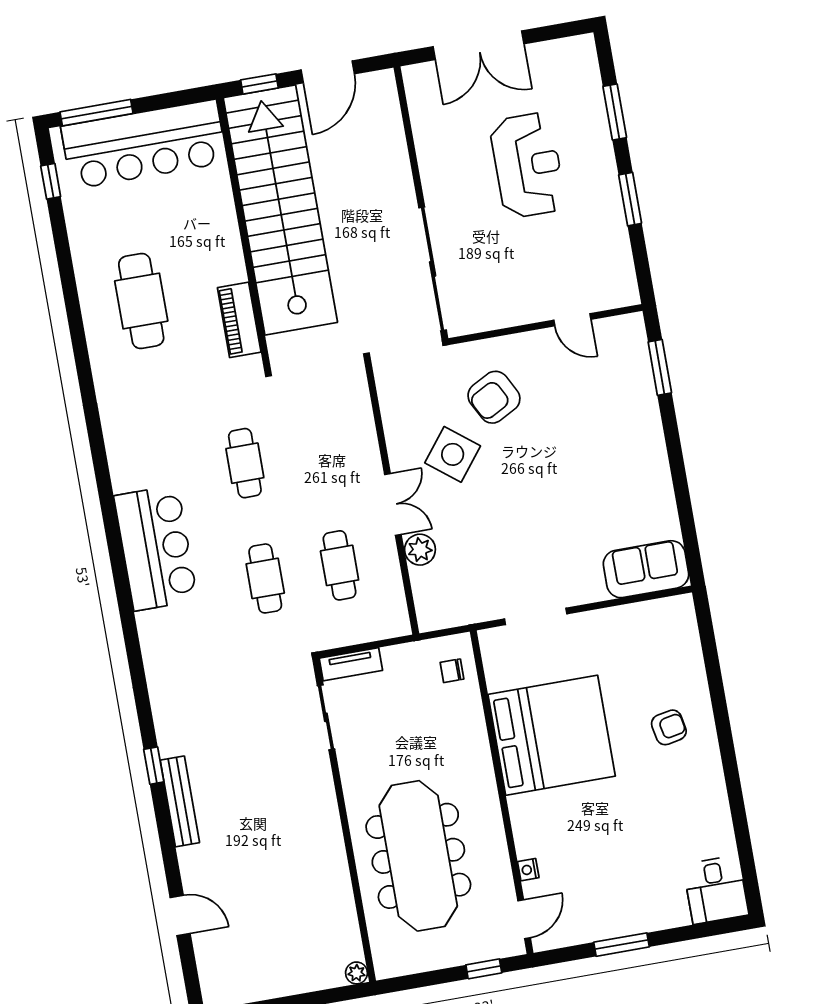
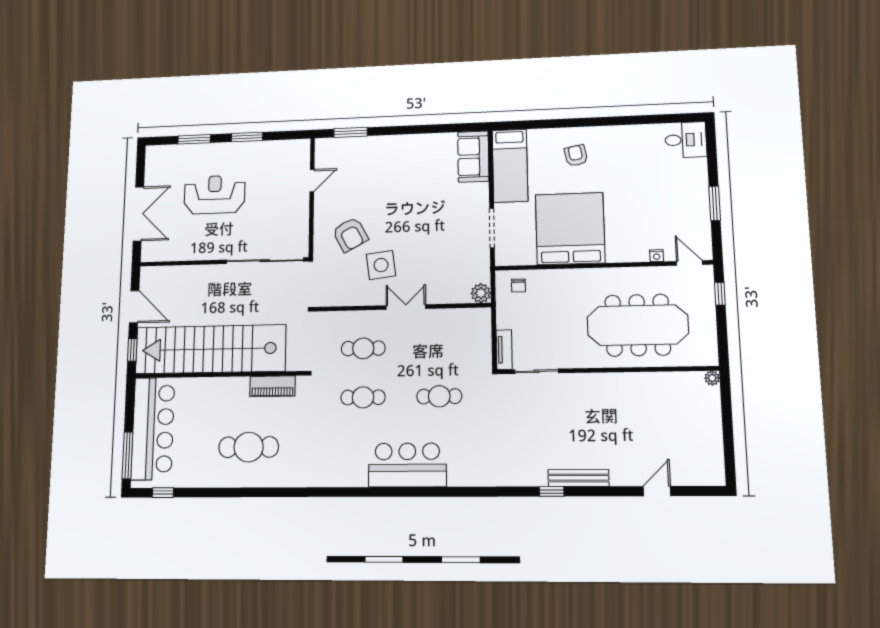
side table: (453, 454) -> (381, 265), turned 45
plant: (420, 550) -> (481, 293), moved
cafe table: (340, 565) -> (363, 348), moved
bed: (639, 629) -> (510, 166), added

